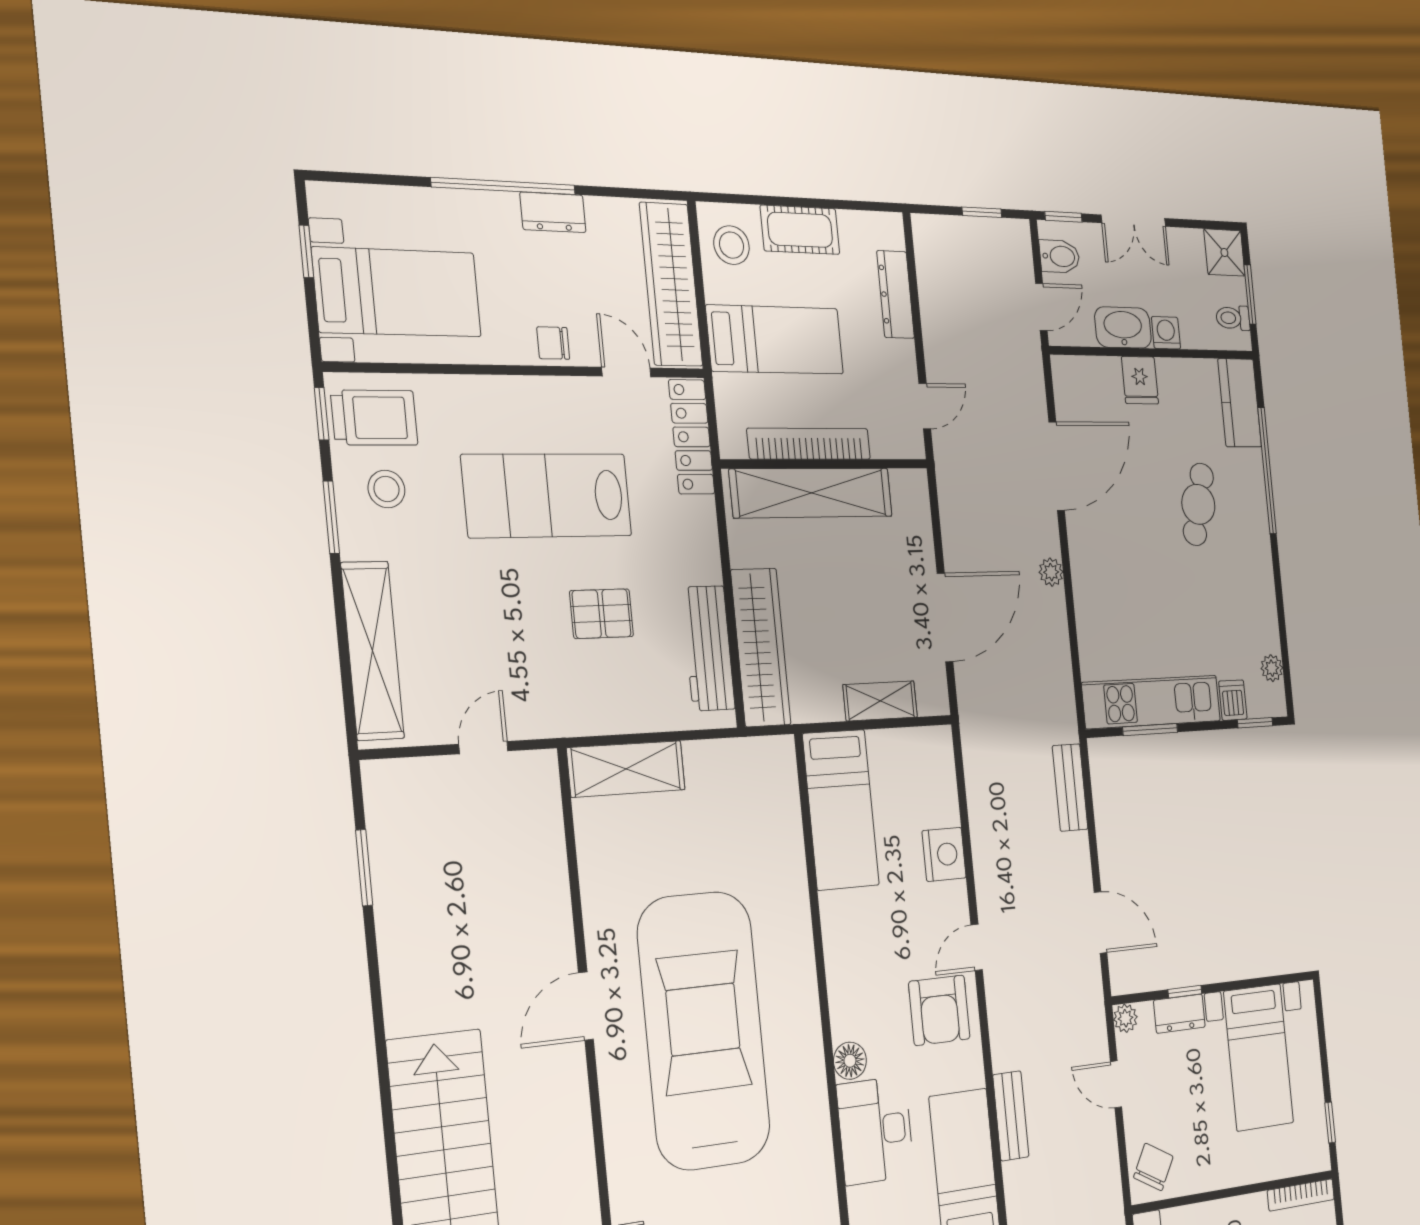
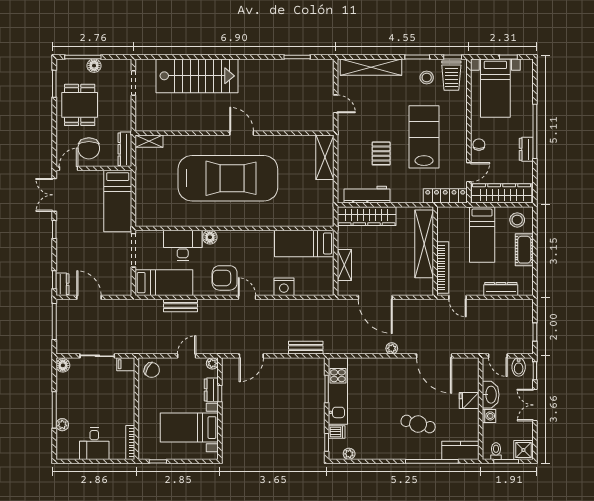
bookcase: (809, 444) -> (443, 268), moved

